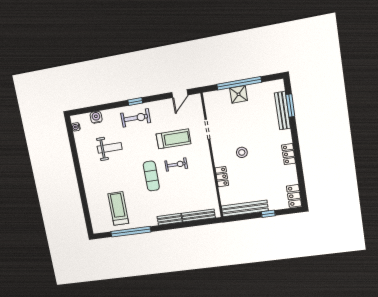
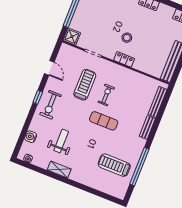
door: (180, 94) -> (49, 68), moved
shower: (239, 94) -> (72, 37), moved
exercise bike: (136, 118) -> (51, 105), turned 180
shelving: (84, 161) -> (59, 170), added
locker: (222, 177) -> (124, 59), moved

